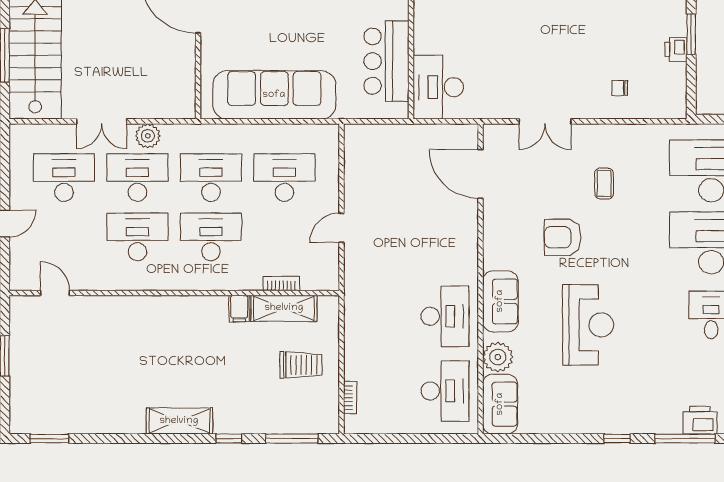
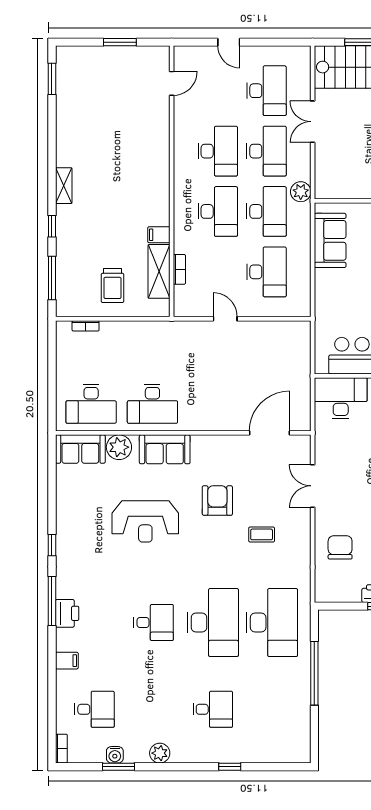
chair: (620, 88) -> (340, 547), width x1.87, depth x1.87
sofa: (274, 95) -> (330, 240), width x0.54, depth x0.79
plant: (148, 136) -> (301, 192), moved
shelving: (179, 421) -> (64, 186), width x0.67, depth x0.75

